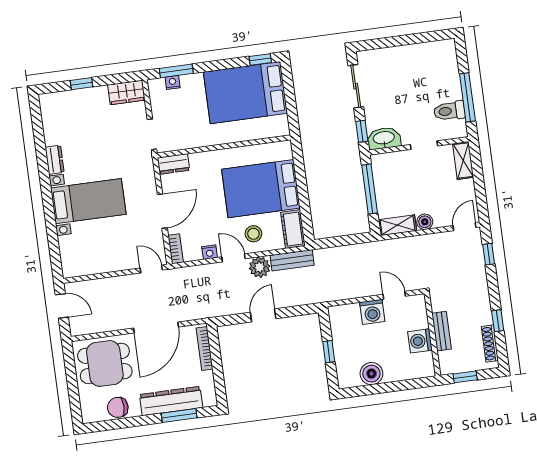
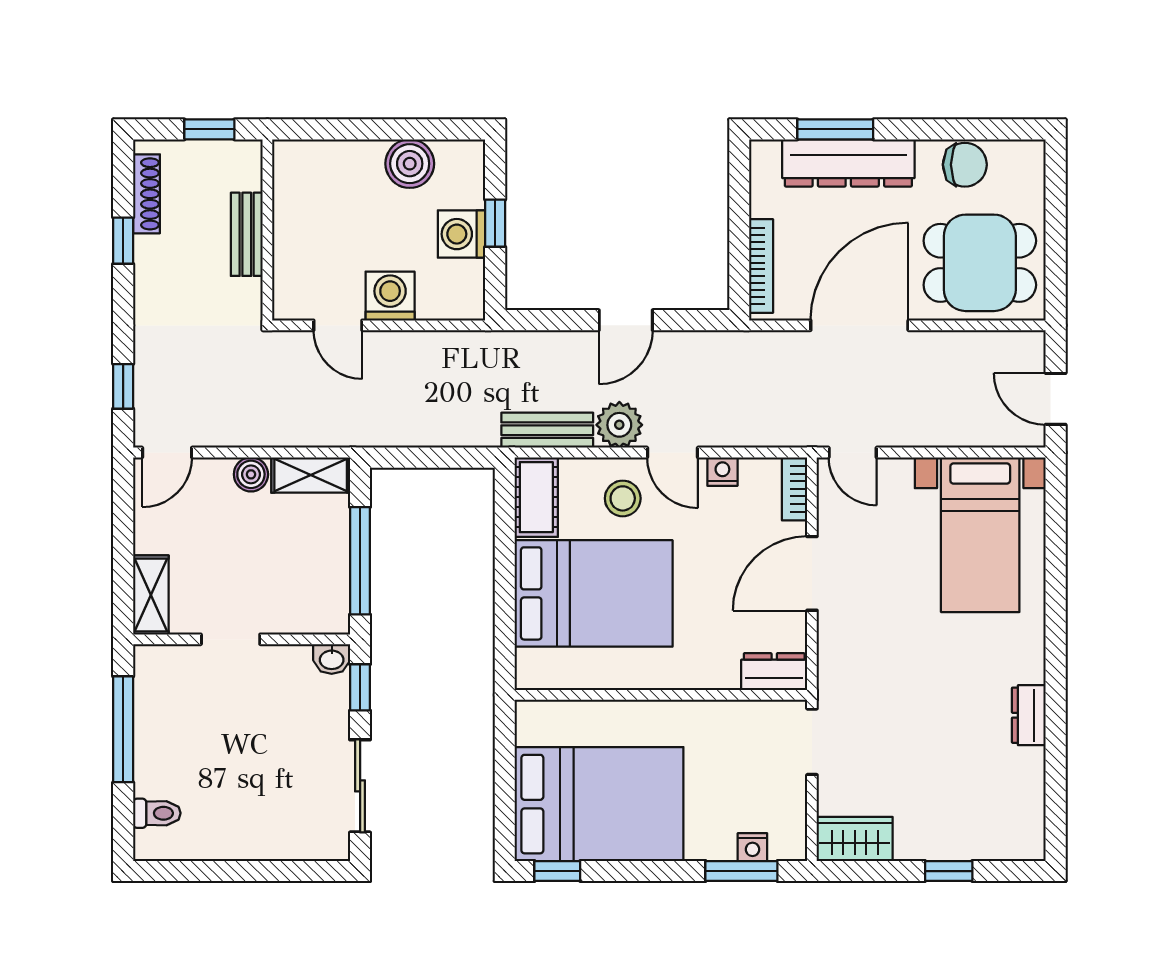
toilet: (449, 111) -> (157, 813), moved, width x0.73, depth x0.72
washbasin: (384, 138) -> (332, 659), width x0.52, depth x0.69
bed with nightstands: (88, 201) -> (980, 535), moved, turned -90
washing machine: (420, 341) -> (462, 234), moved, turned 180

